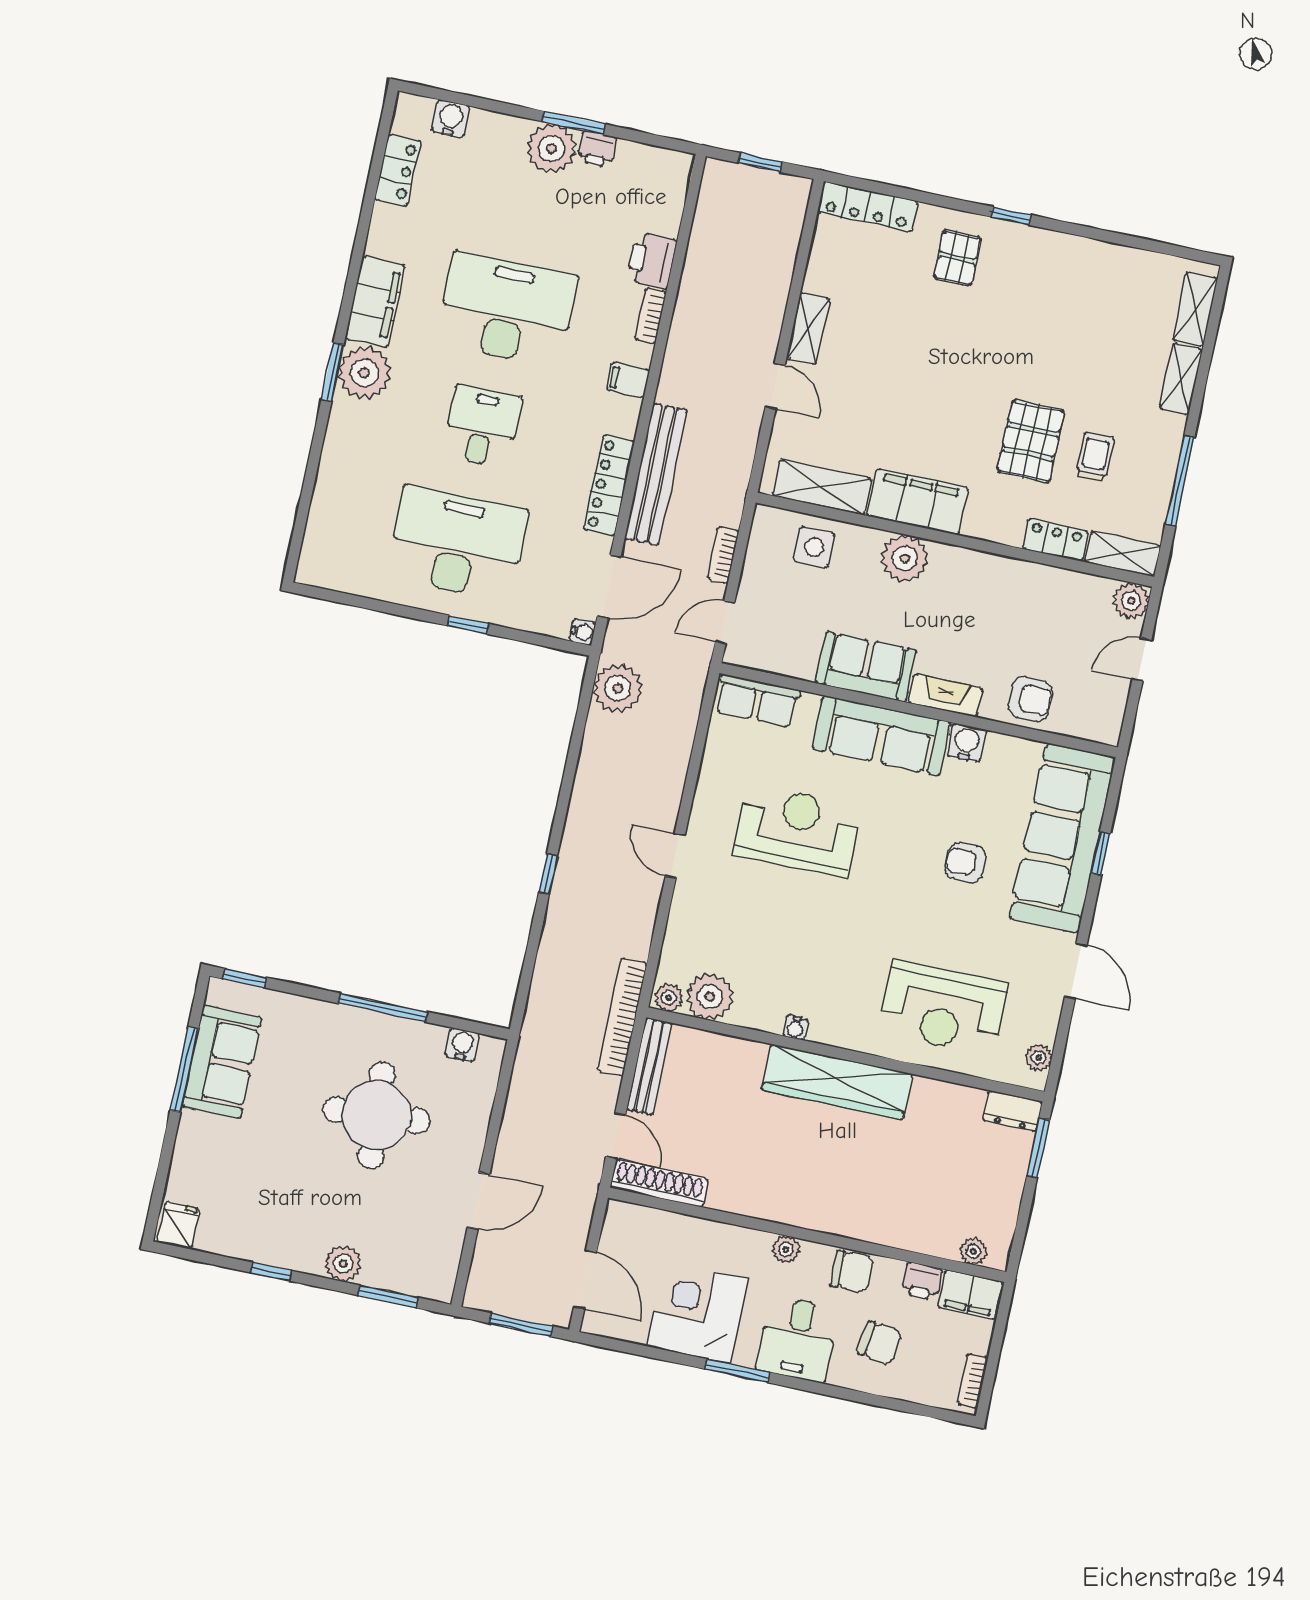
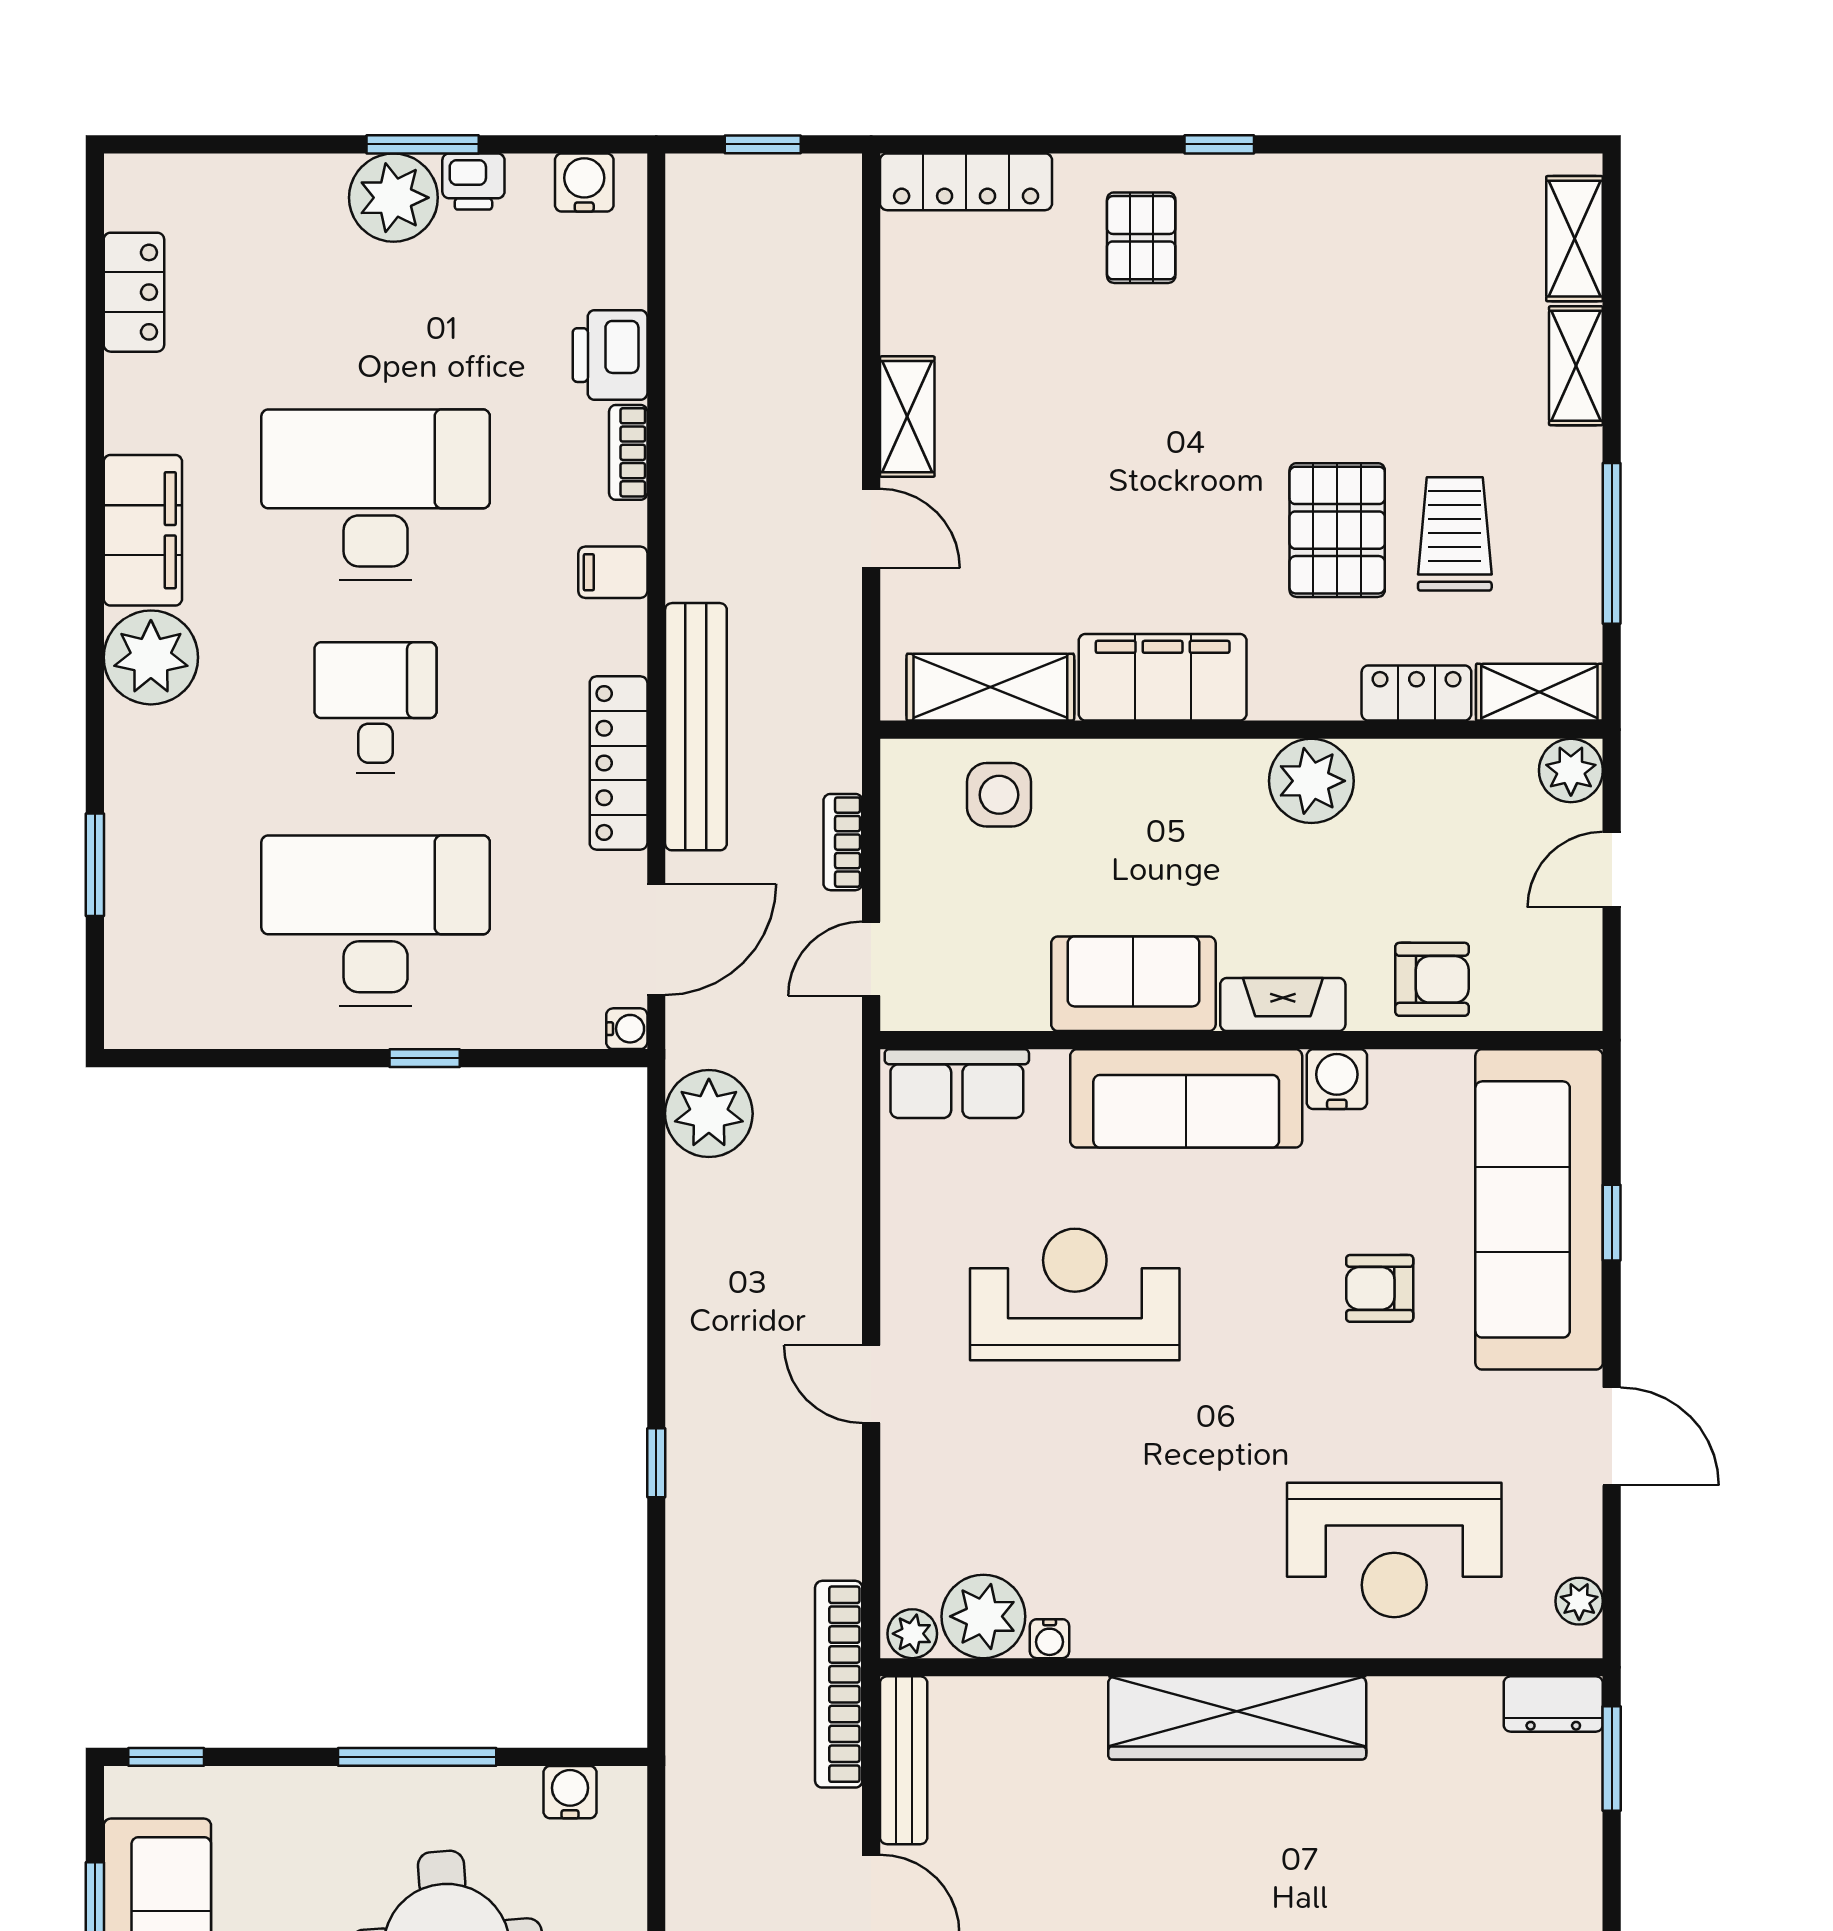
water cooler: (451, 119) -> (584, 183), moved
window: (333, 372) -> (95, 865), moved
trolley: (1095, 457) -> (1455, 534), width x1.36, depth x1.39
plant: (905, 558) -> (1311, 781), moved
water cooler: (795, 1027) -> (1050, 1639), moved

